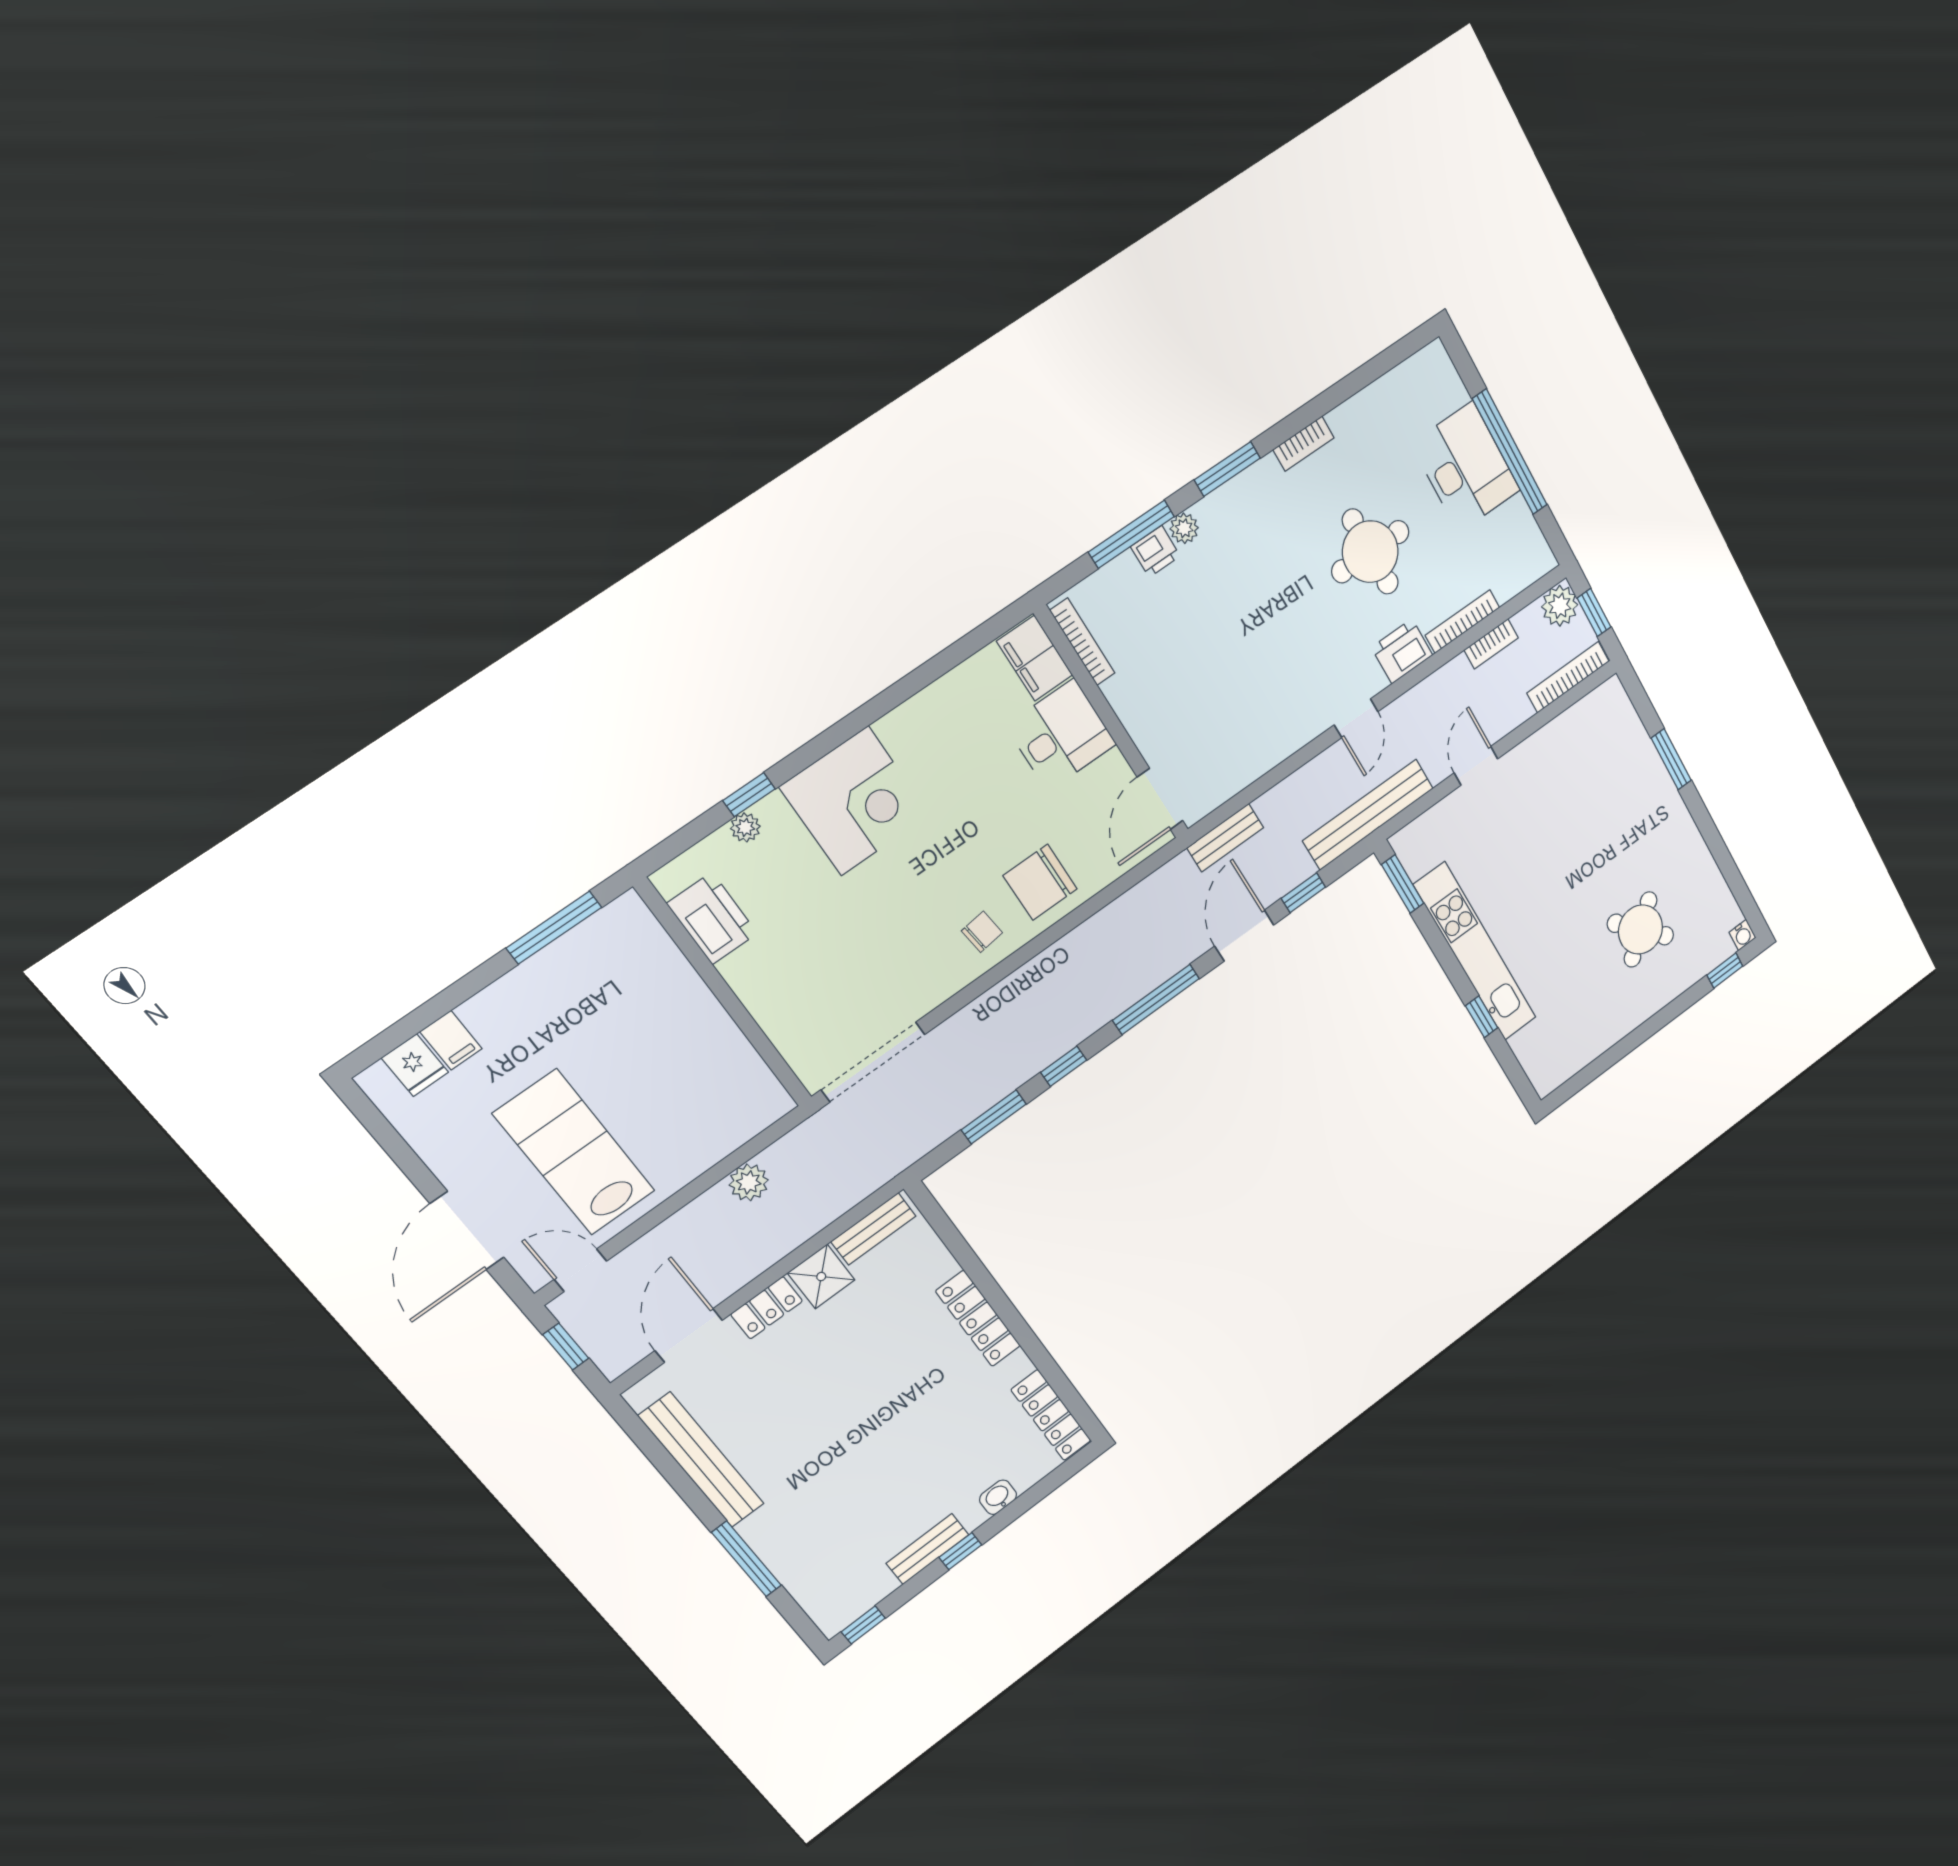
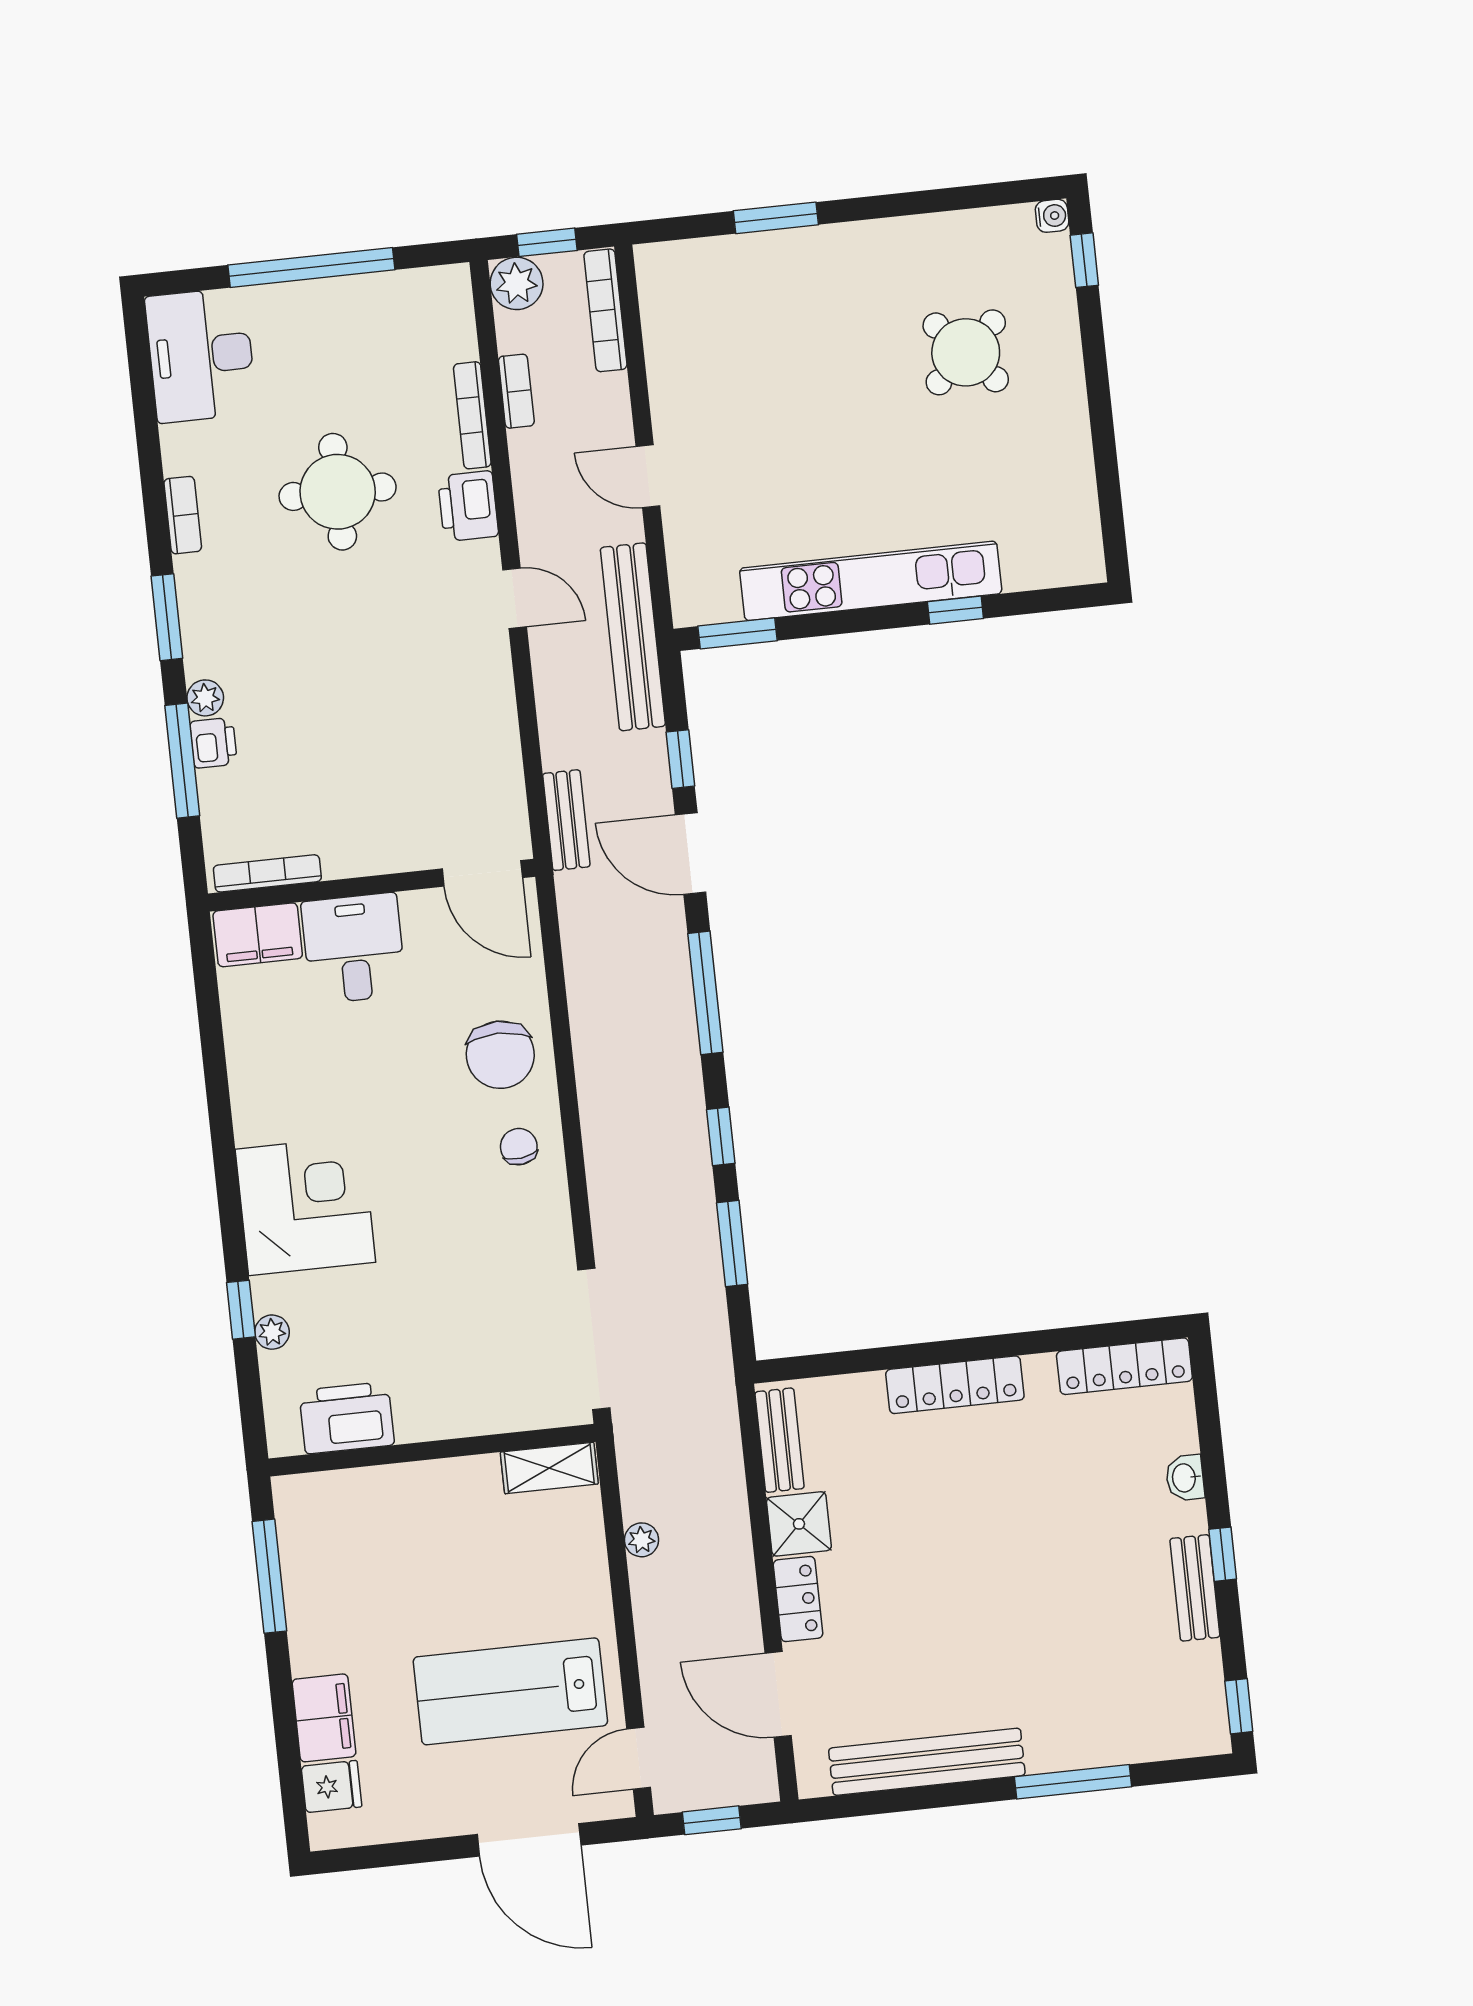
desk: (1466, 467) -> (201, 355), moved, turned -90
filing cabinet: (451, 1040) -> (324, 1718), width x2.00
shelving: (760, 1085) -> (549, 1468), added
plant: (749, 1182) -> (642, 1540), width x0.73, depth x0.73

